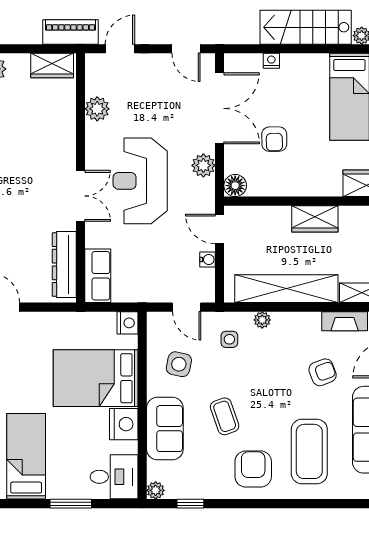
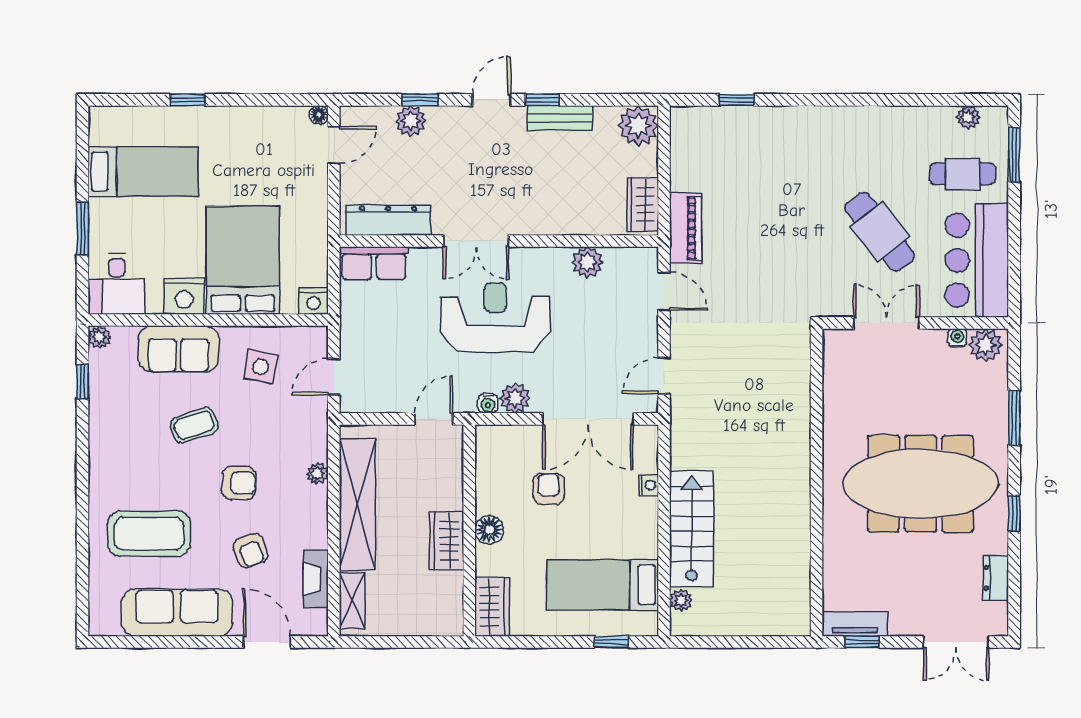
armchair: (274, 139) -> (549, 489), turned 91
floor lamp: (235, 186) -> (489, 530), moved
water cooler: (208, 260) -> (488, 404), moved
side table: (229, 339) -> (293, 431), removed
armchair: (253, 469) -> (239, 483), moved, width x0.72, depth x0.72

